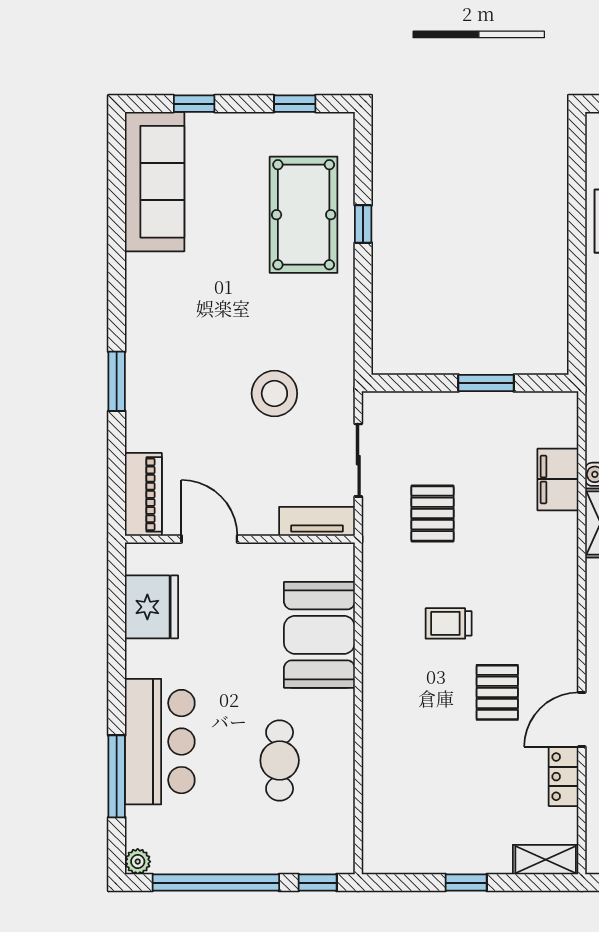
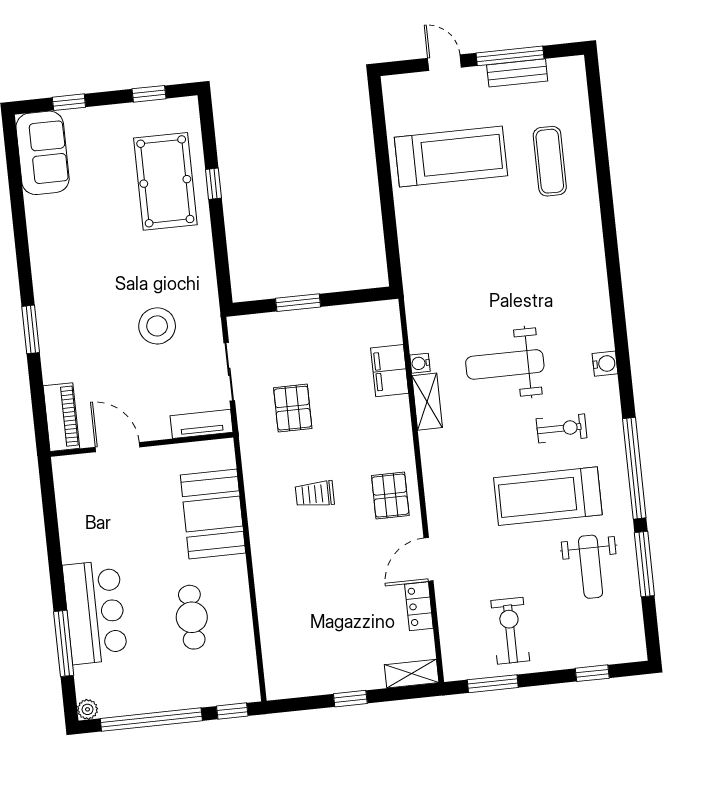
sofa: (155, 182) -> (43, 153), width x0.73
window: (486, 383) -> (298, 303), moved
fridge: (152, 607) -> (77, 506), removed
pallet: (497, 692) -> (390, 496), moved

